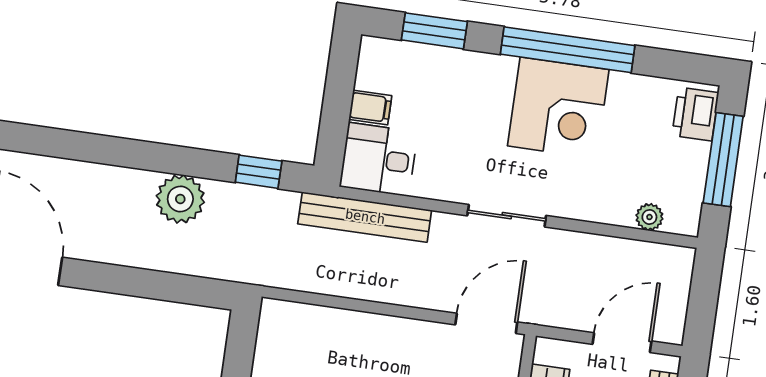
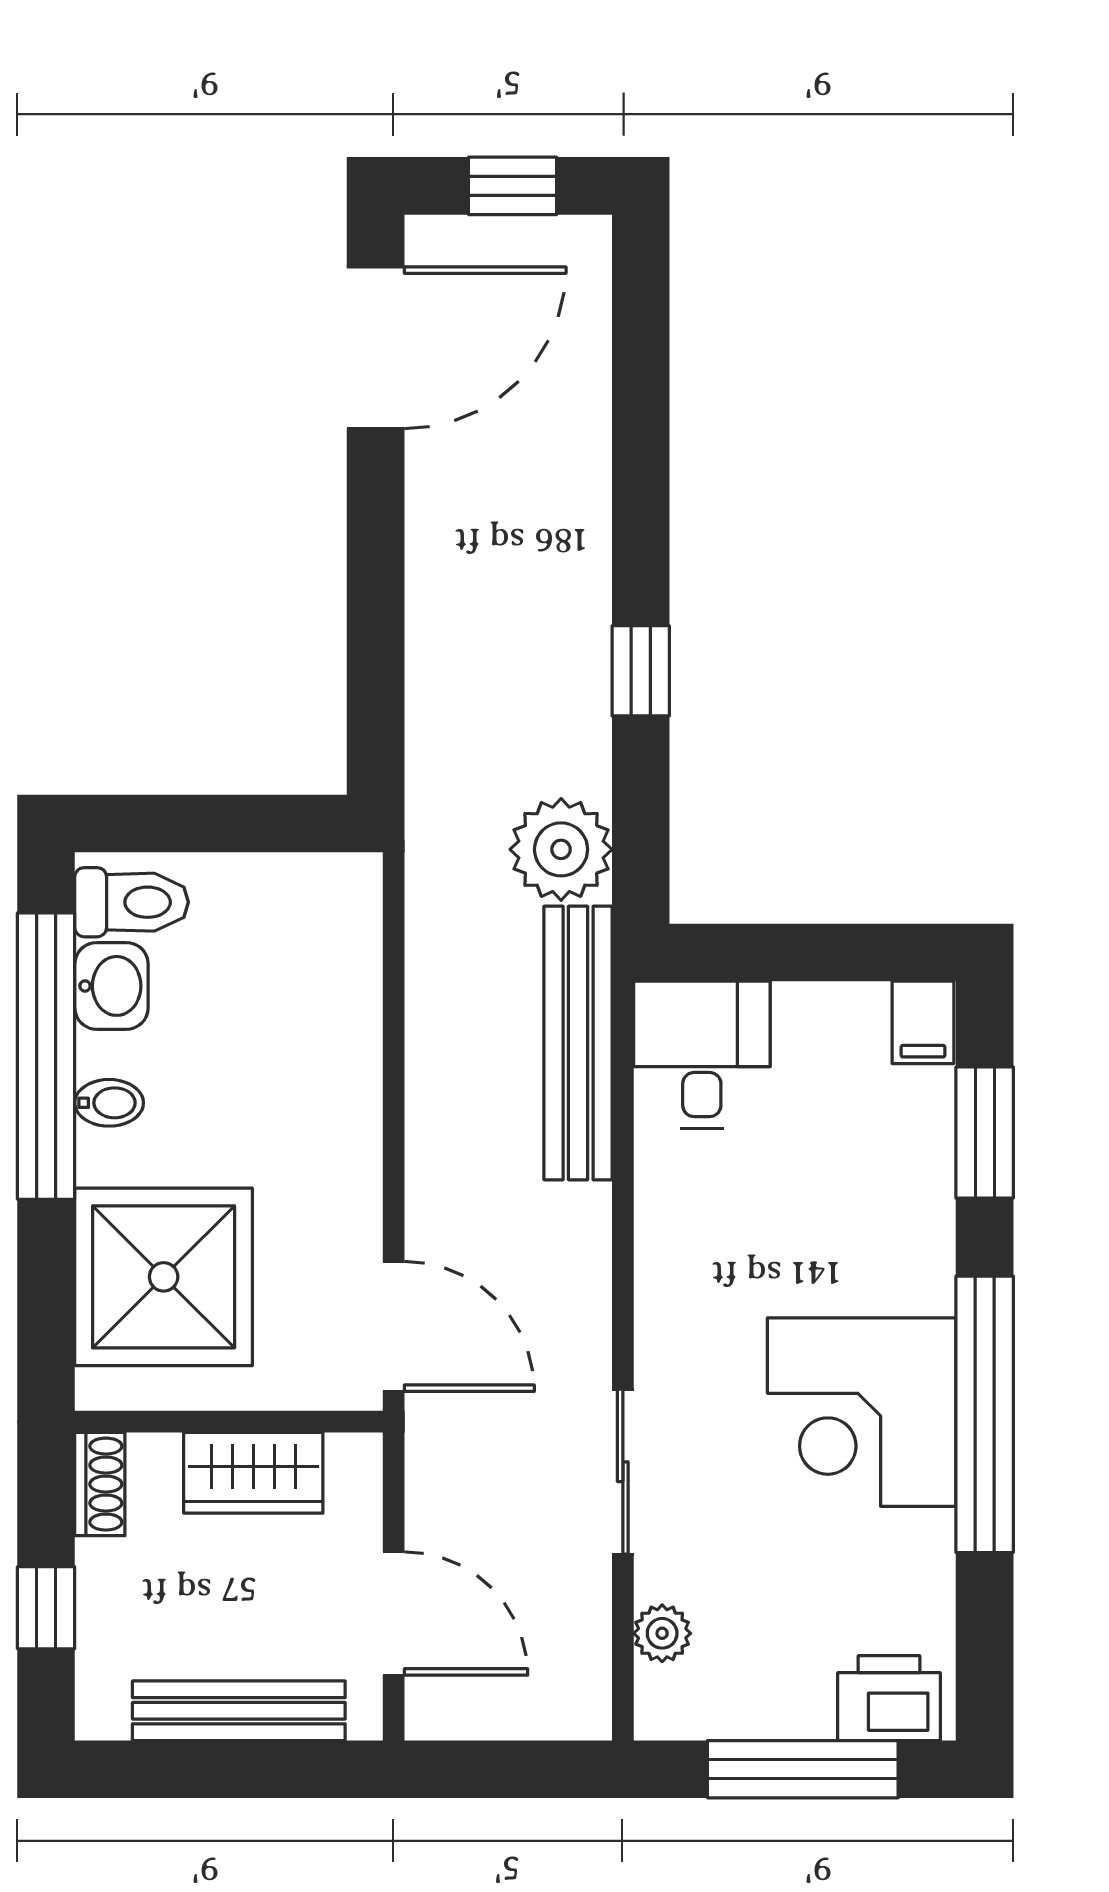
filing cabinet: (370, 107) -> (923, 1022), moved
window: (259, 172) -> (641, 671), moved
plant: (180, 199) -> (561, 849), moved
sliding door: (507, 216) -> (623, 1472), moved

